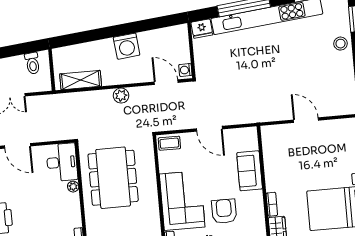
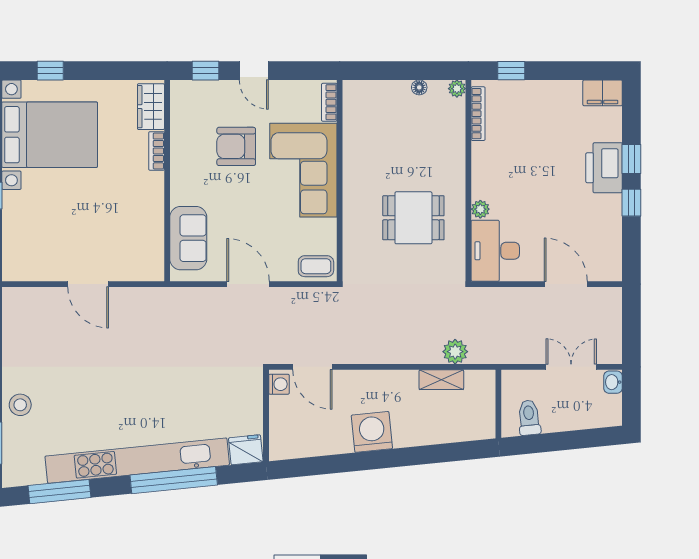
shelving: (81, 80) -> (441, 380), width x0.67, depth x0.75
plant: (121, 96) -> (455, 352), moved
sofa: (250, 171) -> (188, 238), moved
dining table: (113, 178) -> (413, 218), width x0.53, depth x0.80
armchair: (224, 211) -> (236, 146), turned 90

